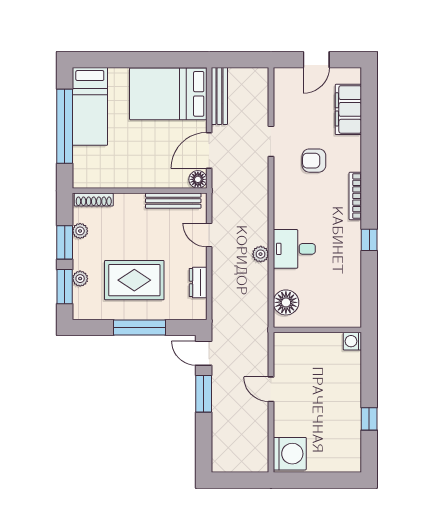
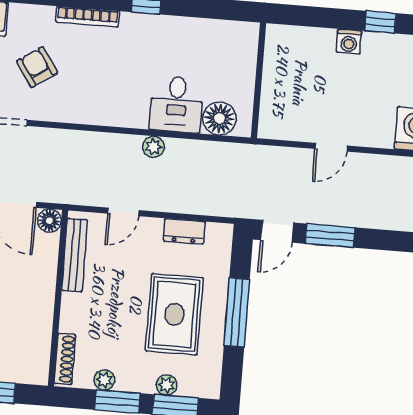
armchair: (314, 161) -> (37, 67), turned 146
desk: (294, 249) -> (176, 104), moved
washing machine: (352, 341) -> (349, 42), moved

